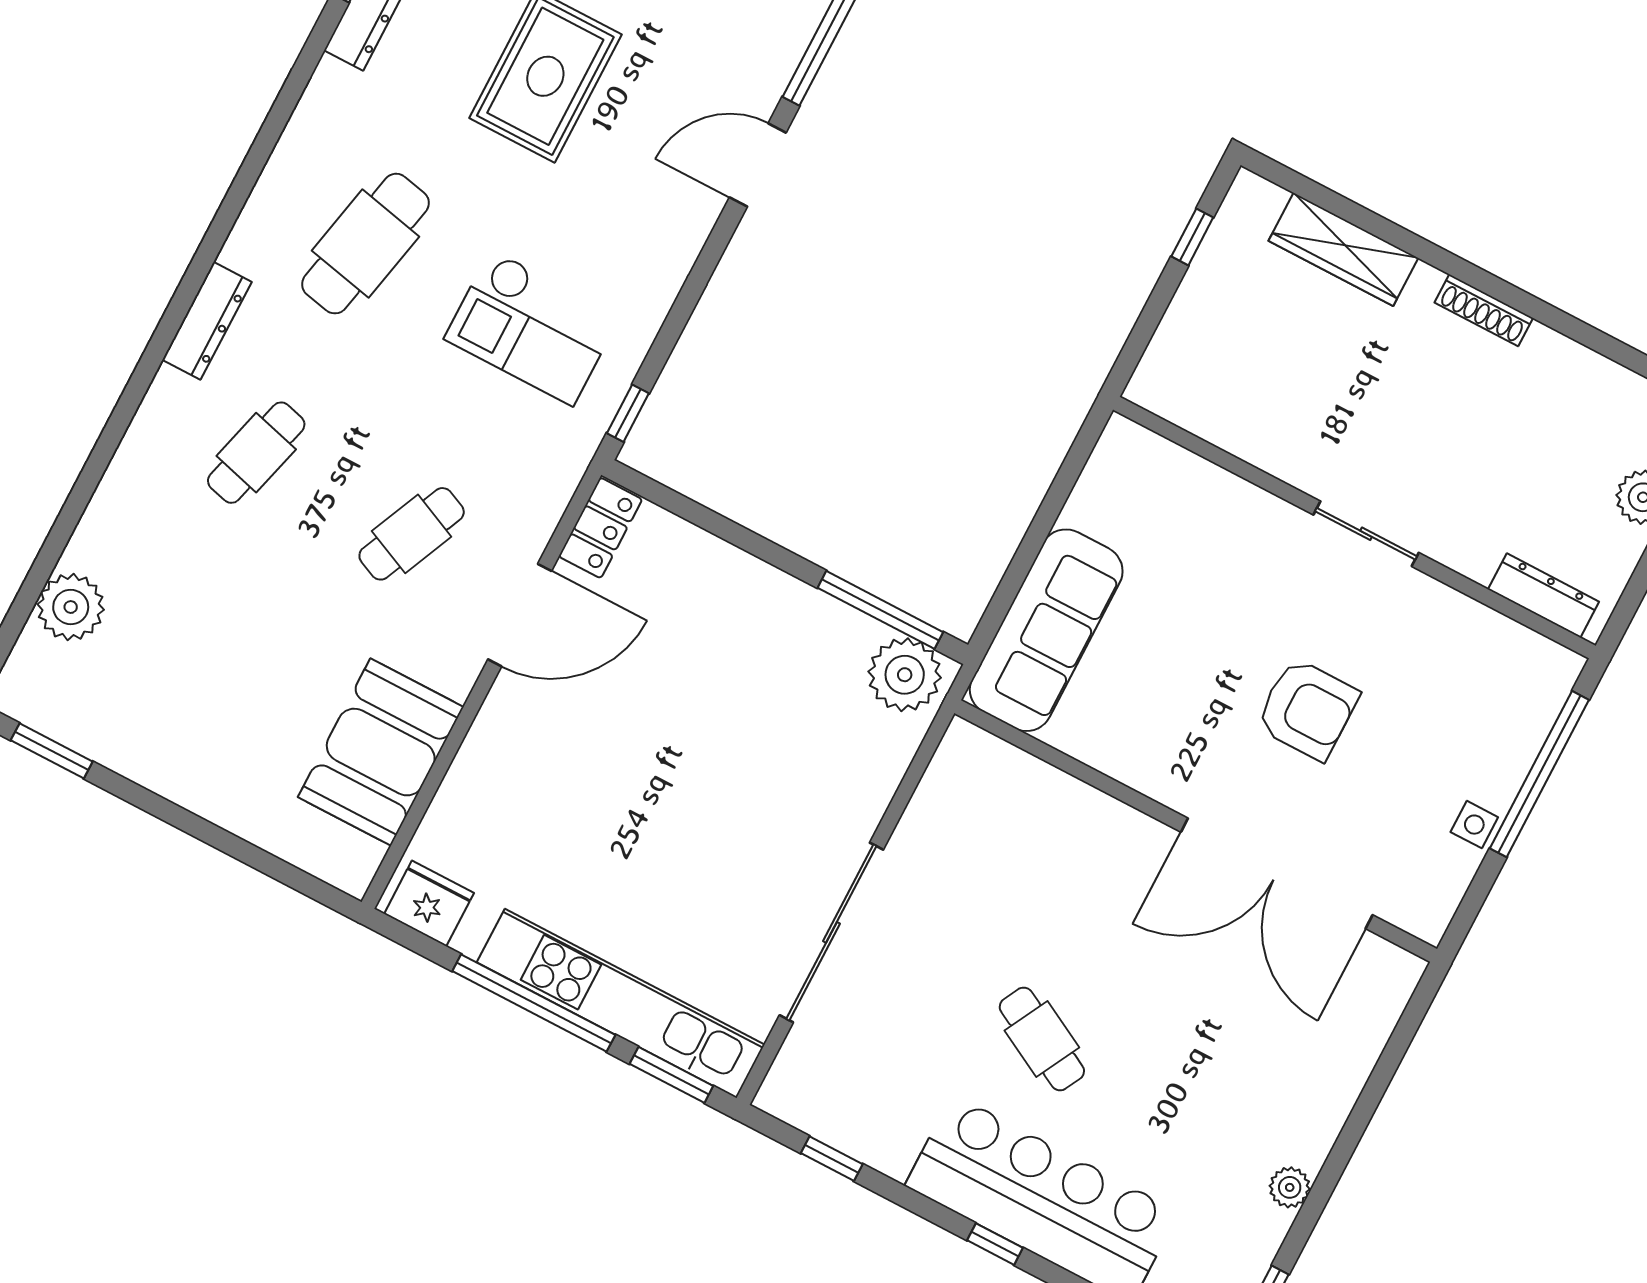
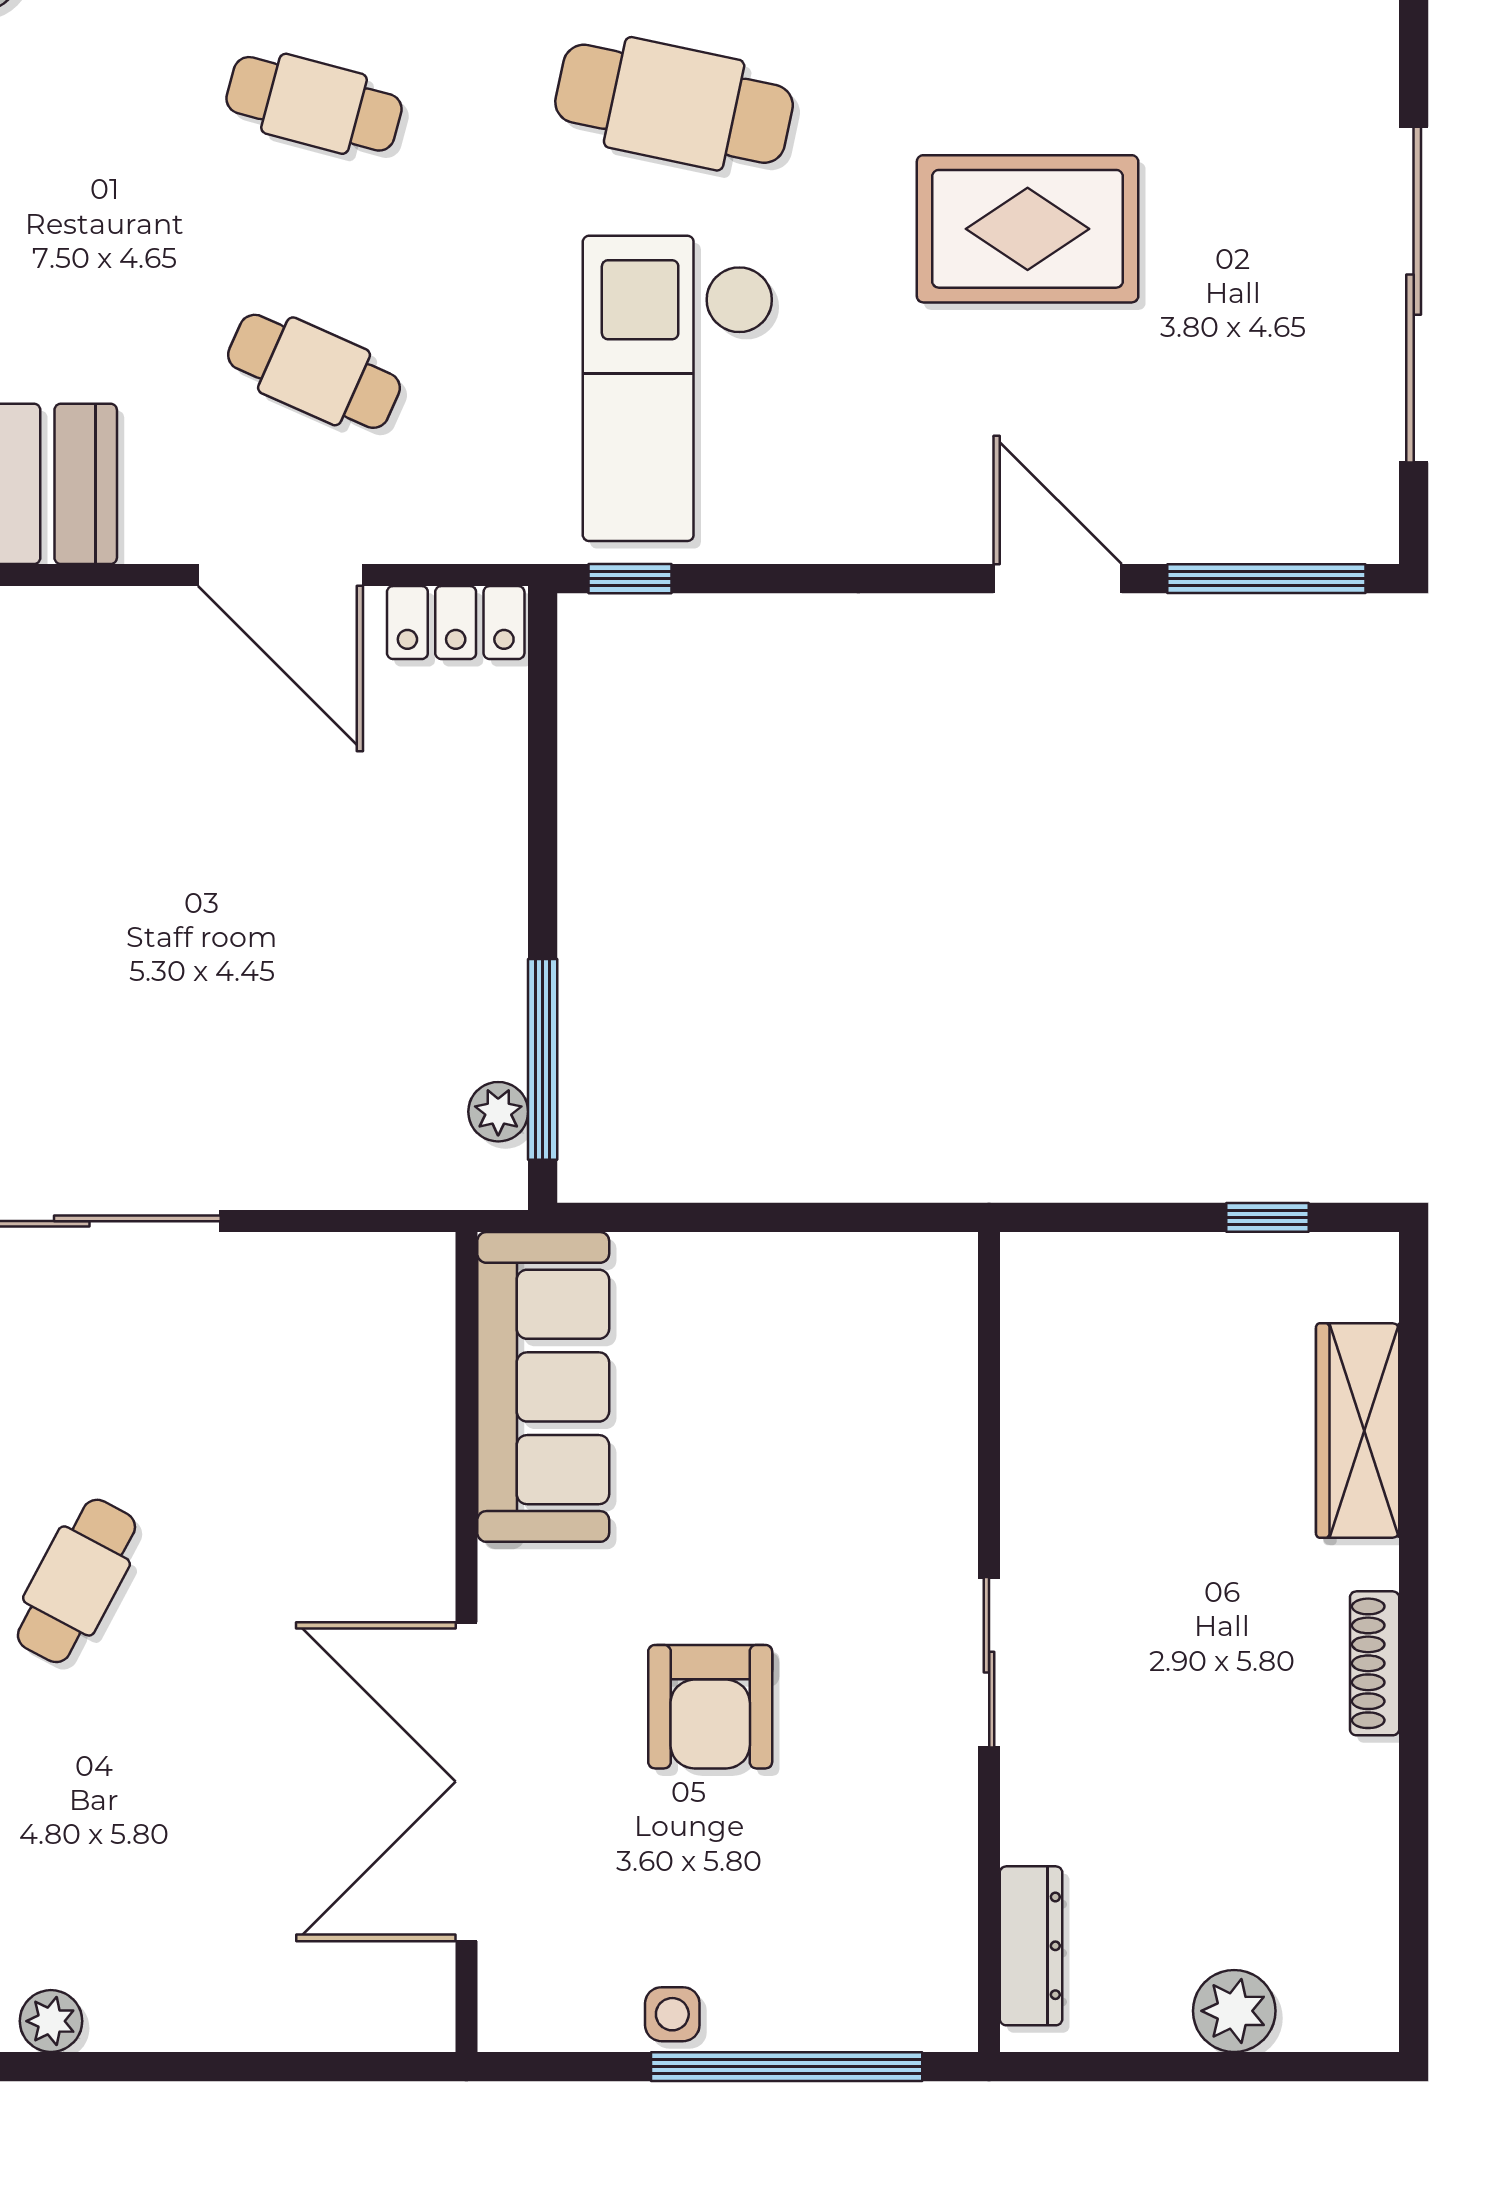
checkout: (532, 328) -> (678, 388), width x1.36, depth x1.21
sofa: (1046, 630) -> (543, 1387), moved, turned -90
plant: (905, 675) -> (498, 1112), width x0.53, depth x0.53

